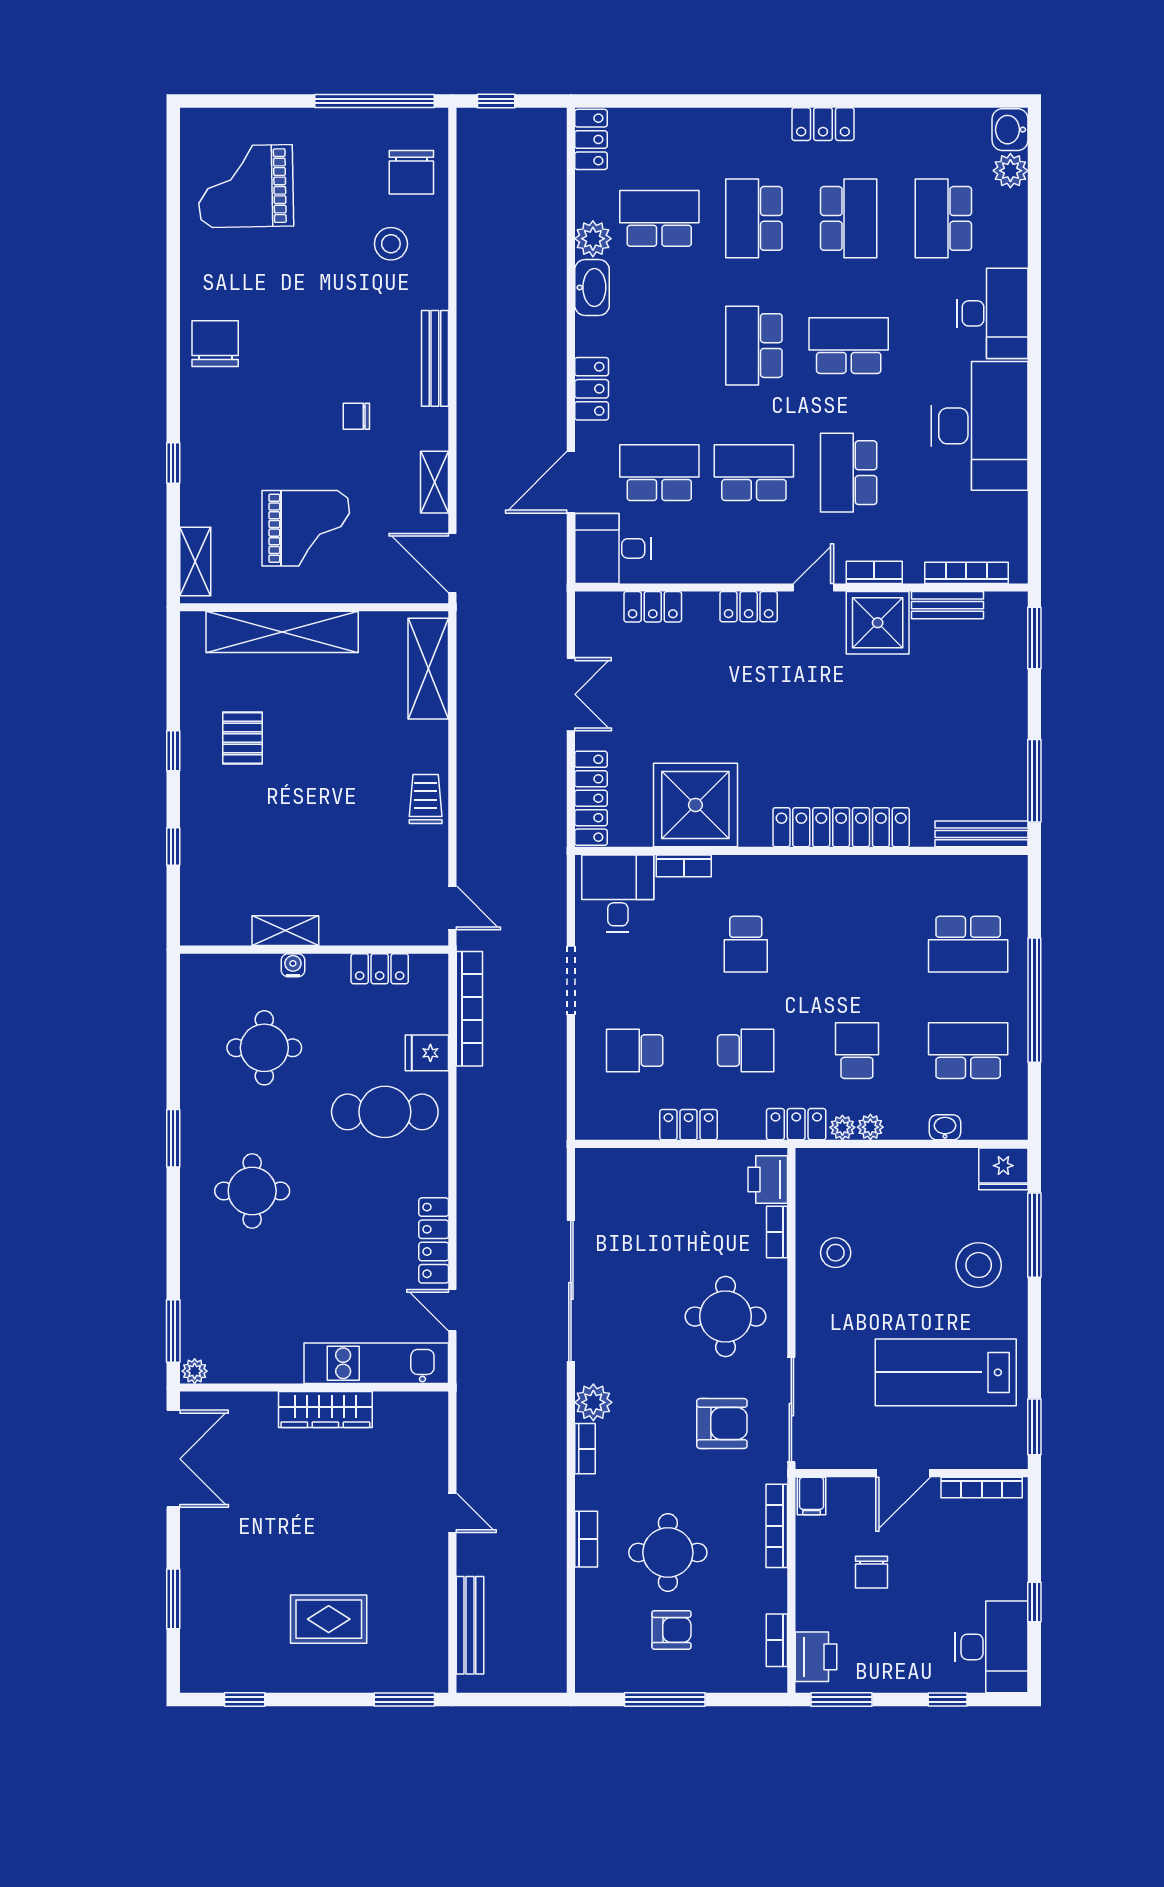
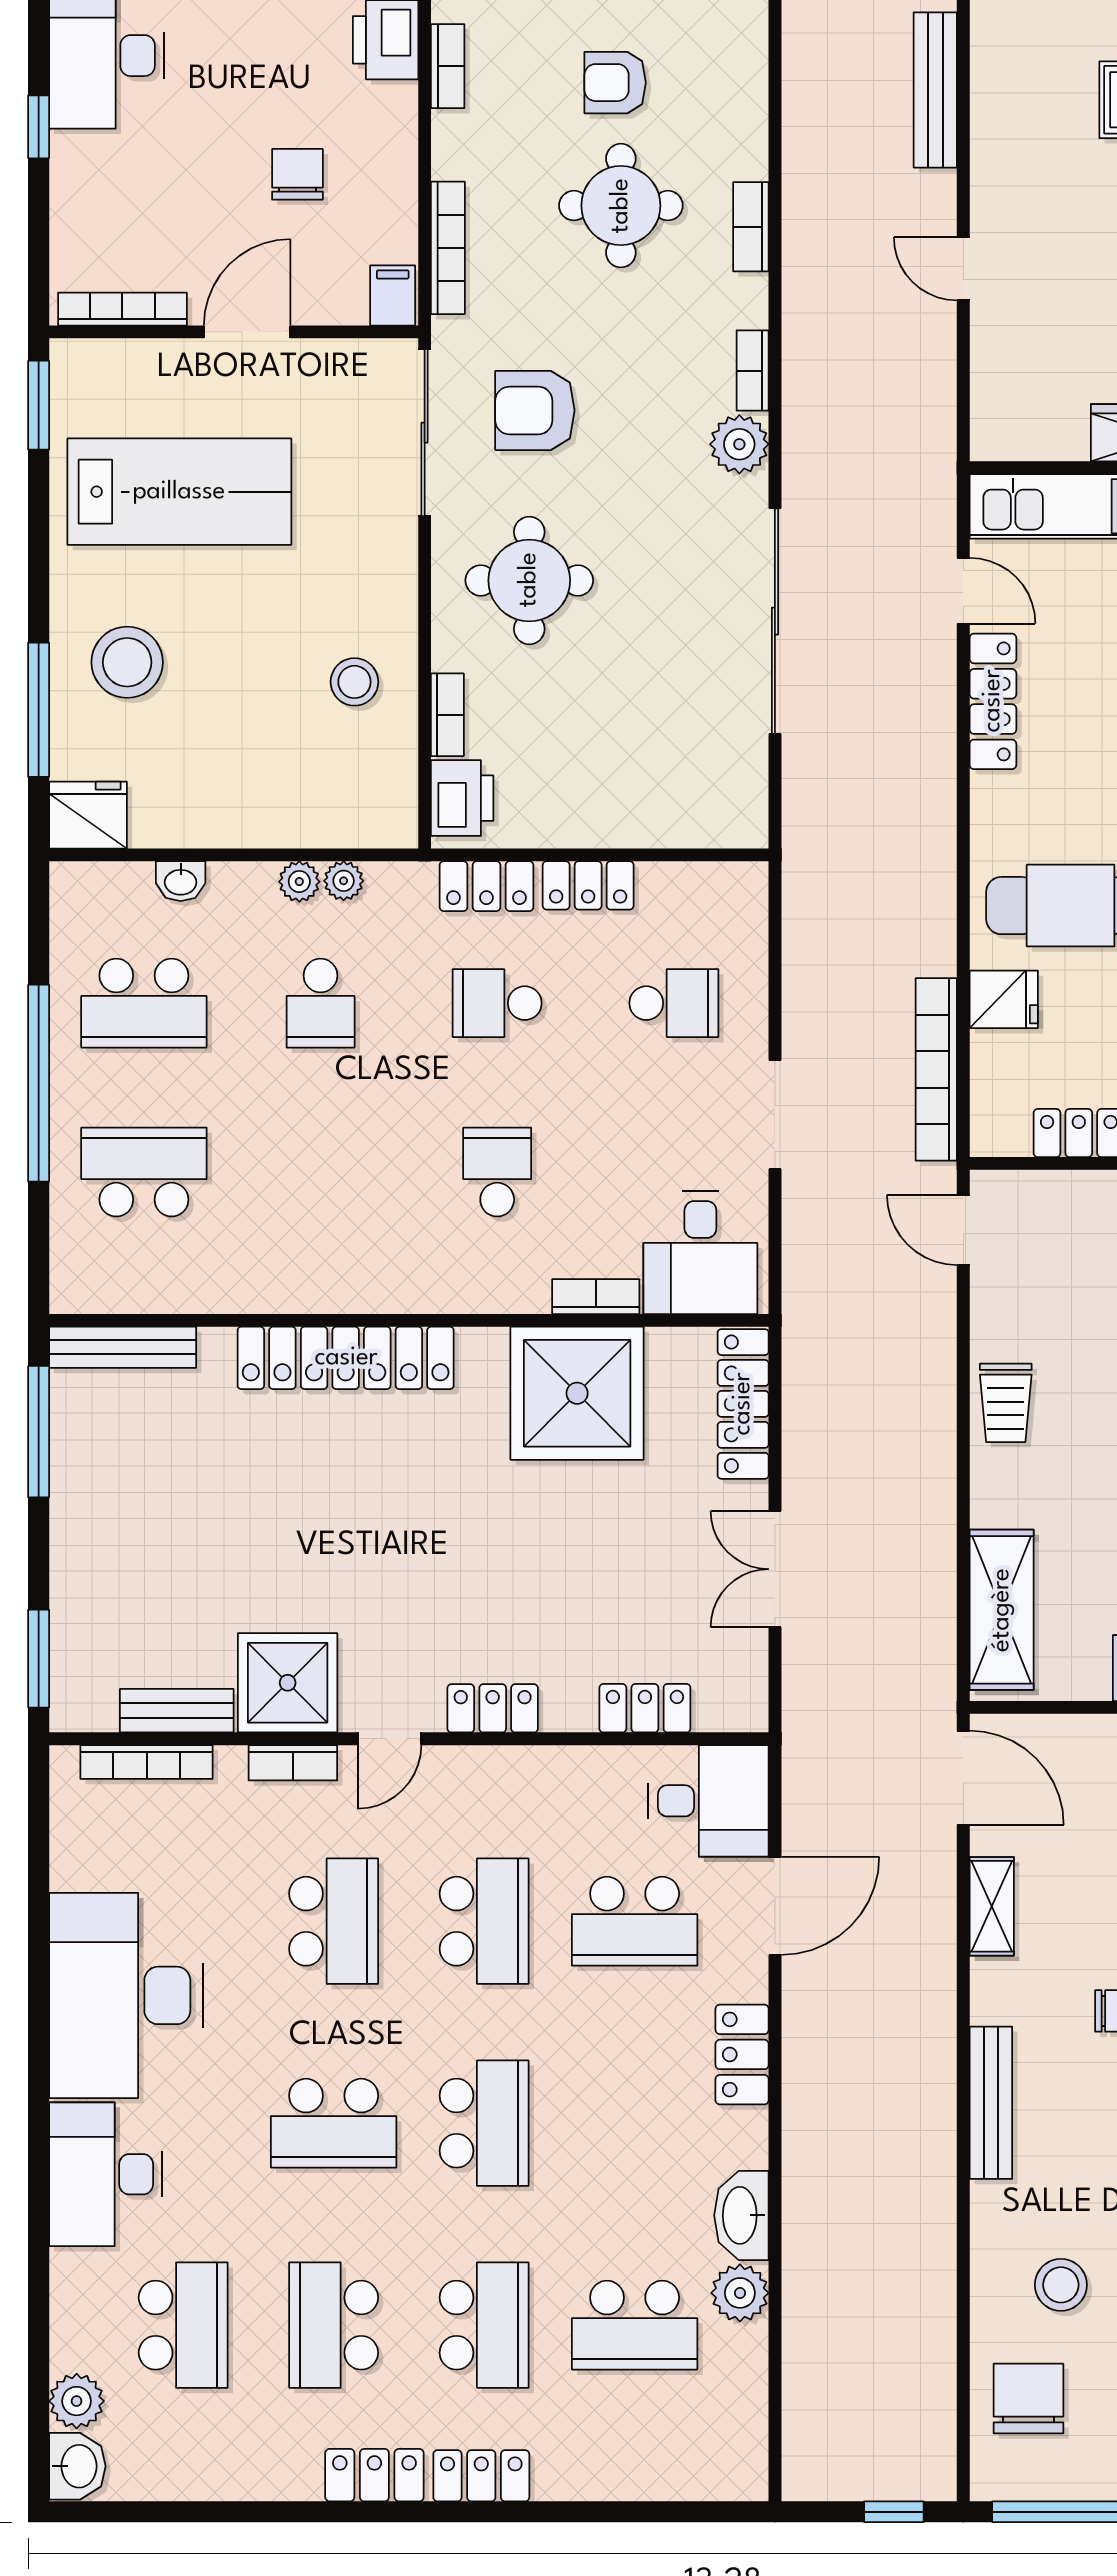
locker: (591, 139) -> (481, 2476), moved, turned 90
school desk: (754, 473) -> (484, 1921), turned -90
locker: (796, 1124) -> (486, 886), moved

